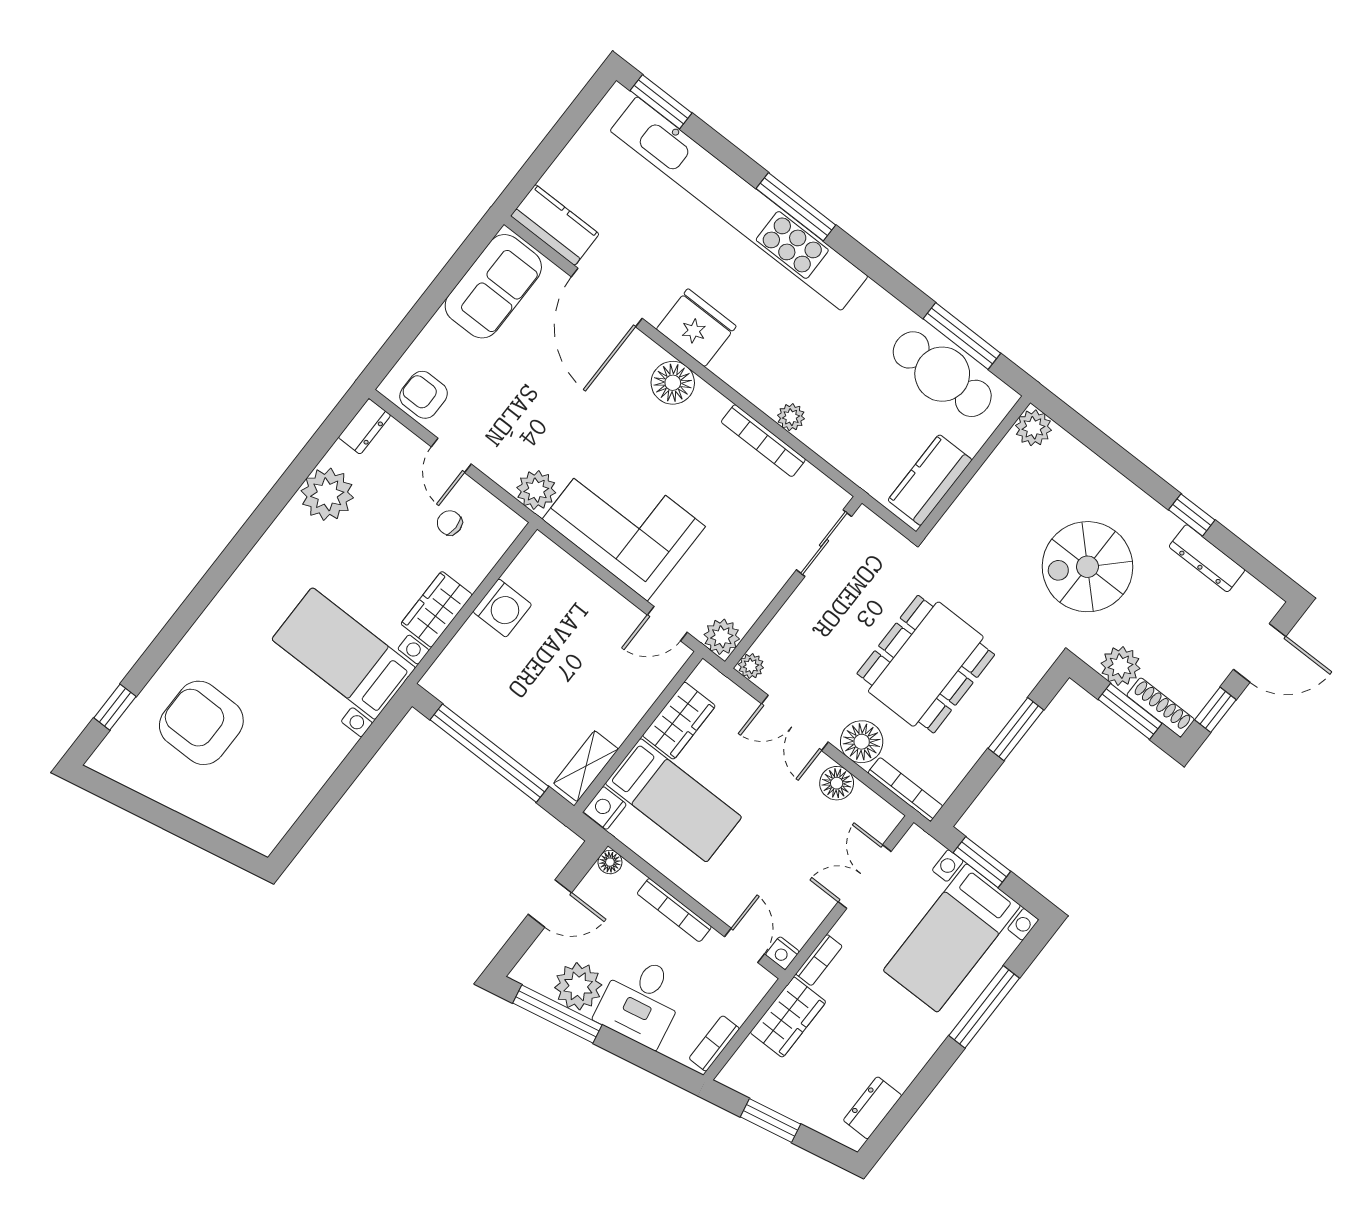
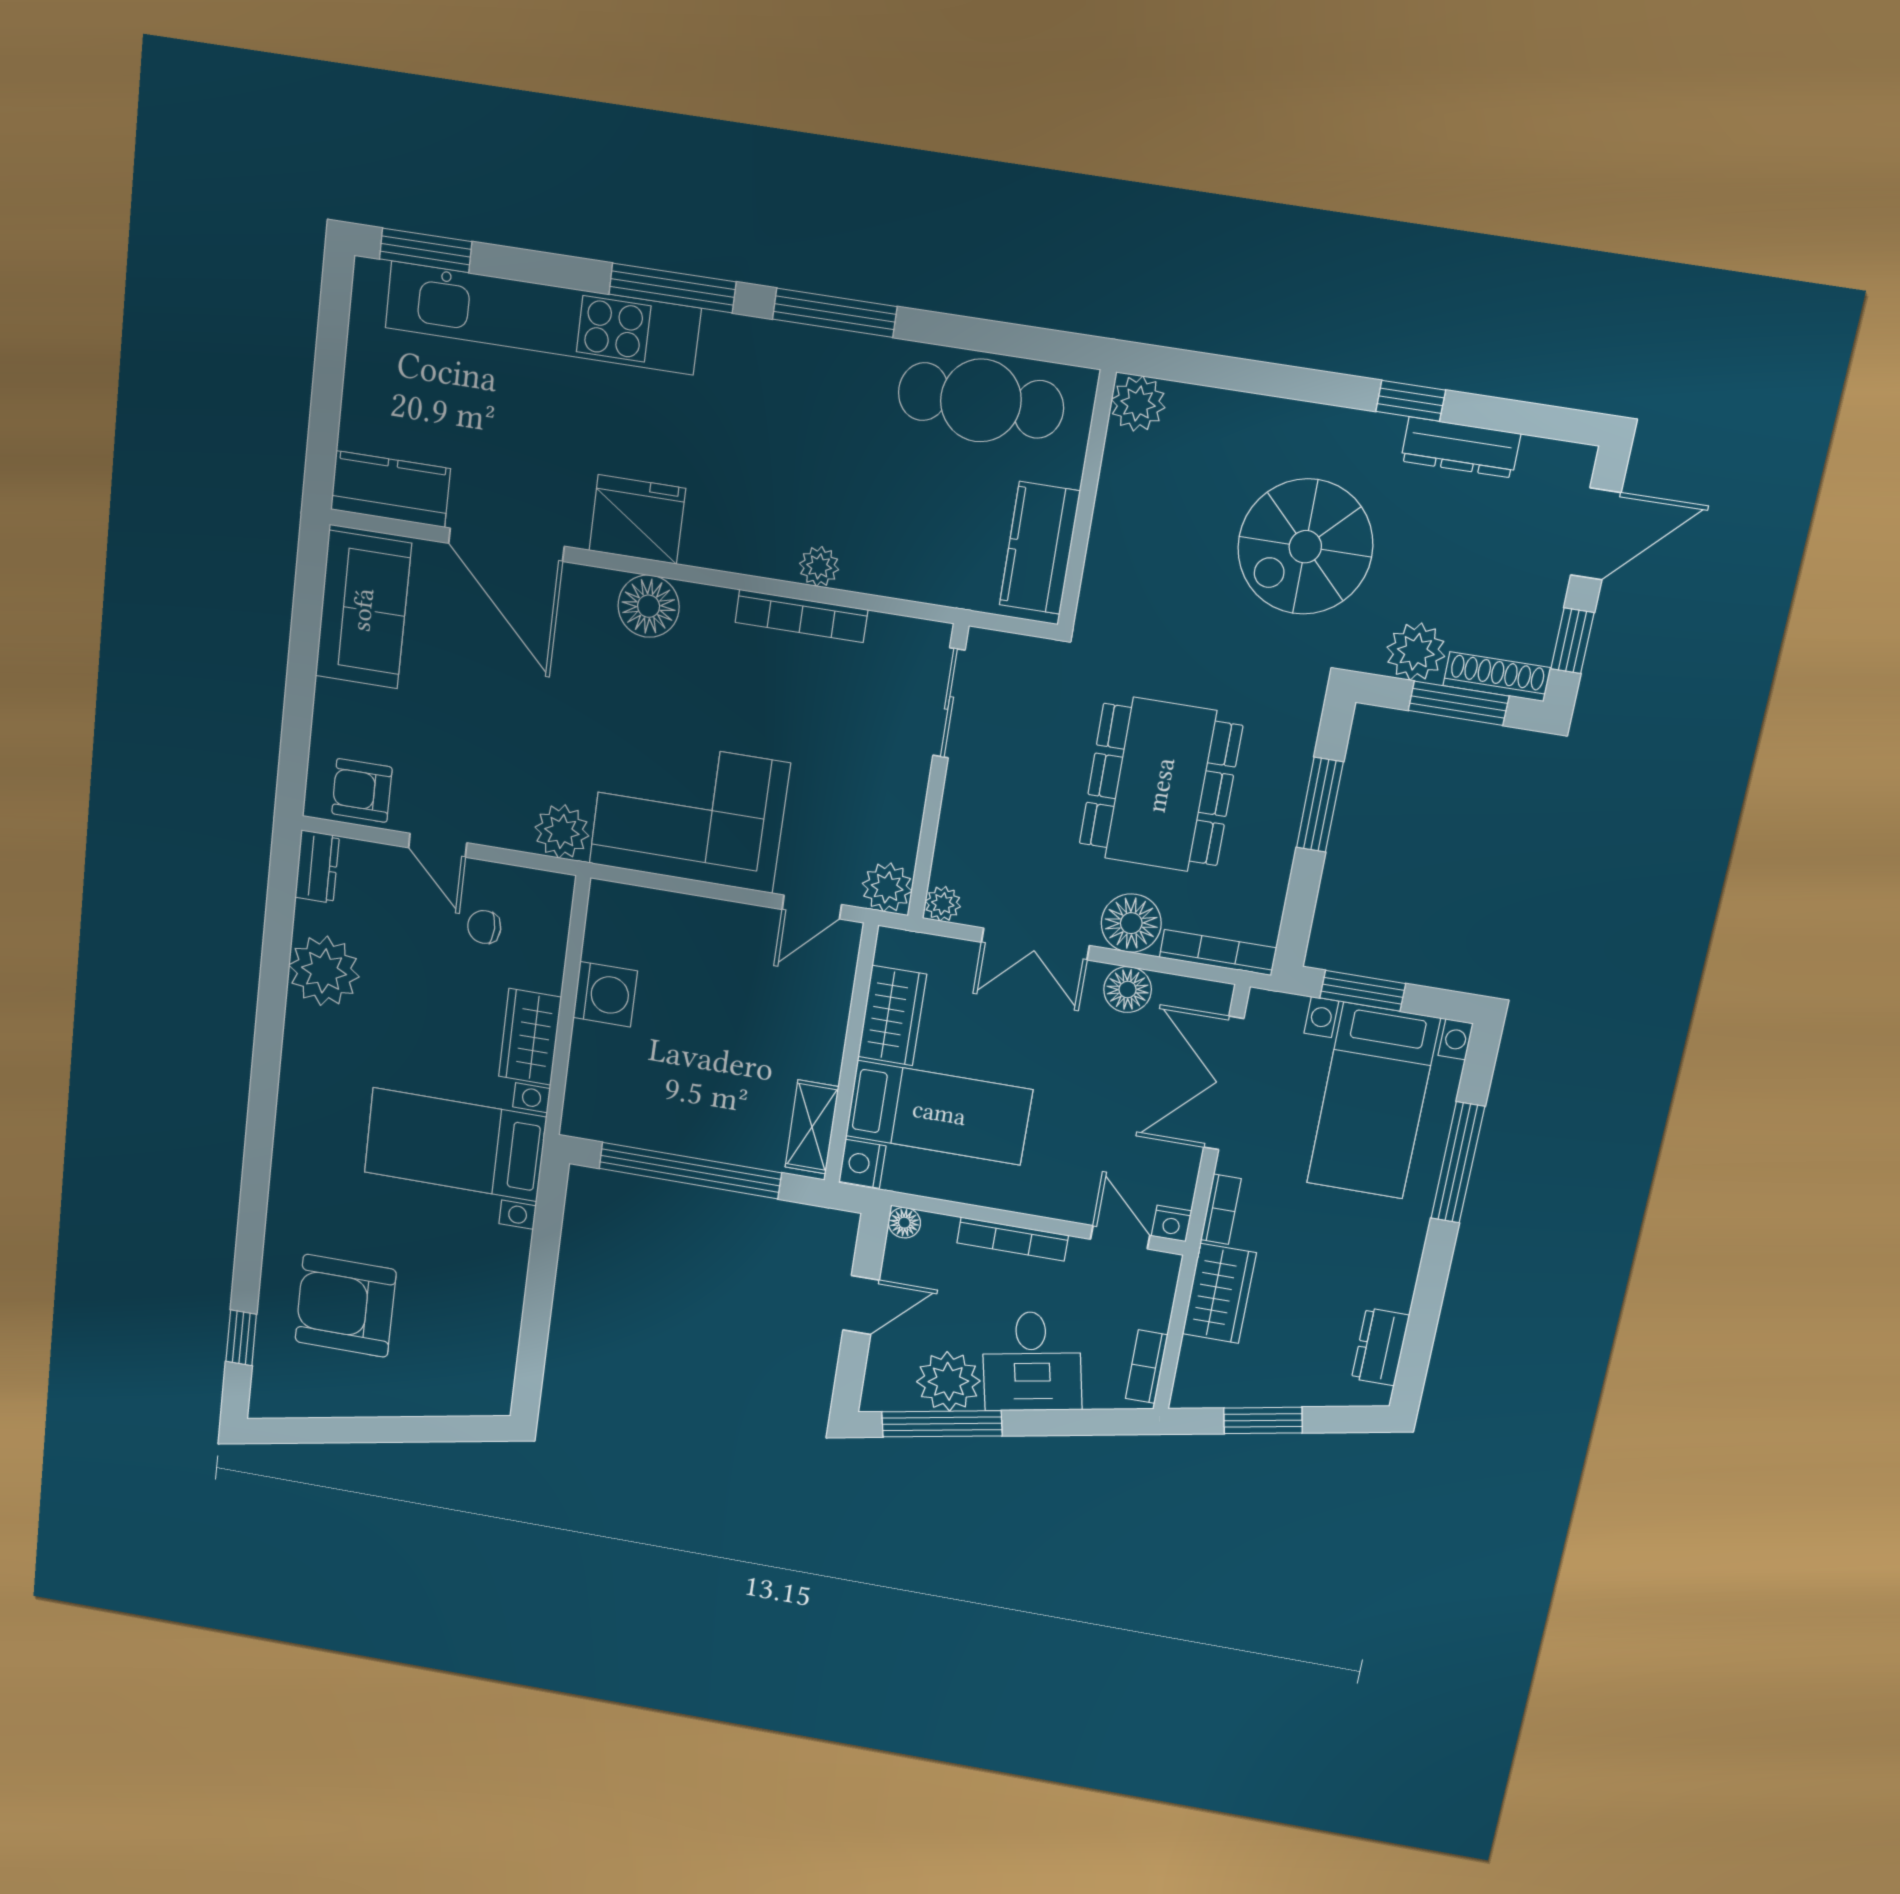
kitchen unit: (739, 204) -> (542, 318), width x0.73
window: (962, 336) -> (835, 313), moved
double door: (865, 877) -> (1224, 1083), width x1.37

